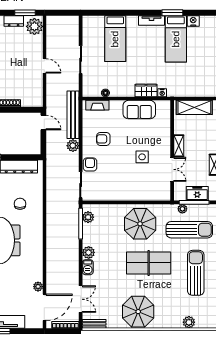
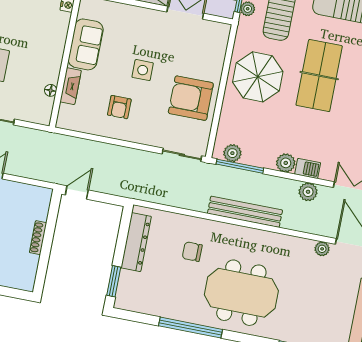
wardrobe: (146, 90) -> (59, 29), removed
fireplace: (97, 105) -> (71, 86), moved
bench: (73, 115) -> (245, 212), moved
plant: (73, 146) -> (308, 192), moved
side table: (142, 157) -> (143, 70), moved
armchair: (90, 164) -> (191, 98), moved, width x1.88, depth x1.88

